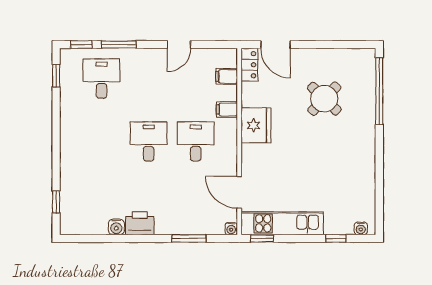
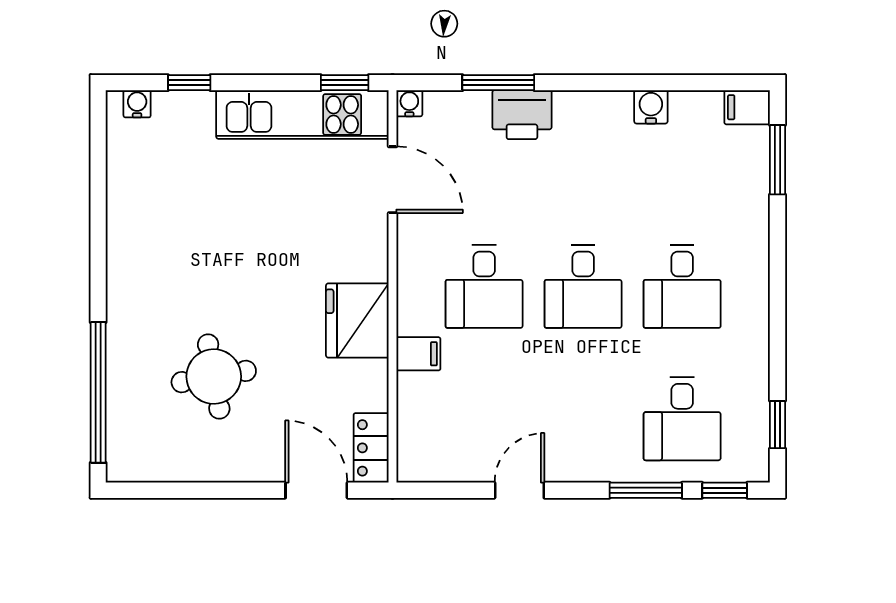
filing cabinet: (227, 76) -> (747, 107), moved, turned 180
round table: (324, 99) -> (214, 376), turned 36
desk: (101, 142) -> (682, 286), added
window: (56, 202) -> (777, 160), width x1.50
printer: (140, 223) -> (522, 115), moved

